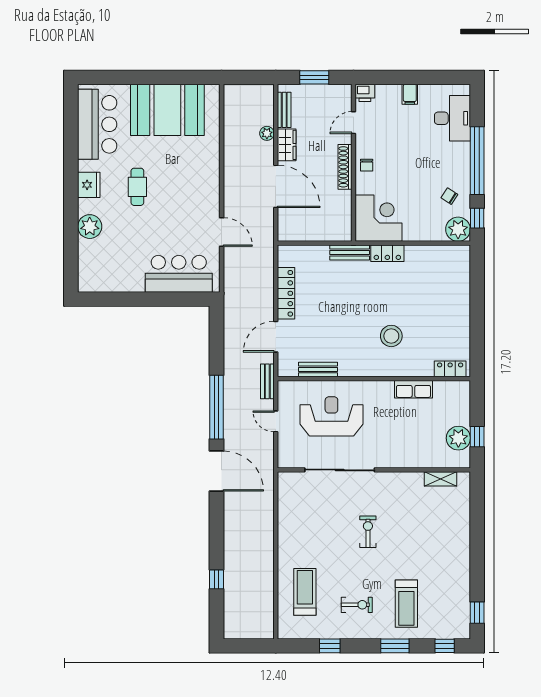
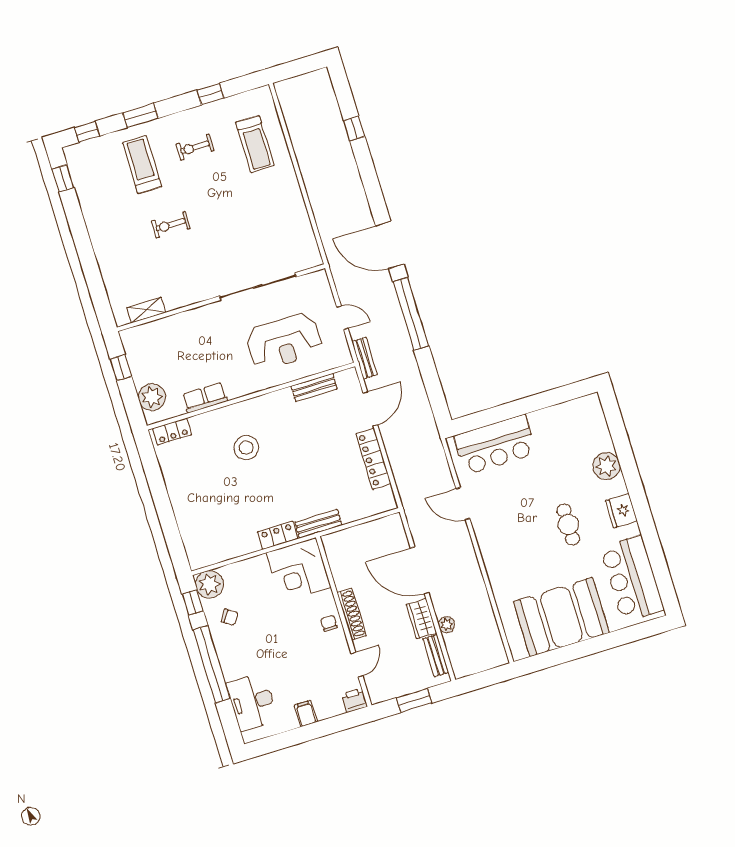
plant: (458, 438) -> (152, 397), moved
exercise bike: (368, 532) -> (171, 225), moved, turned 91

